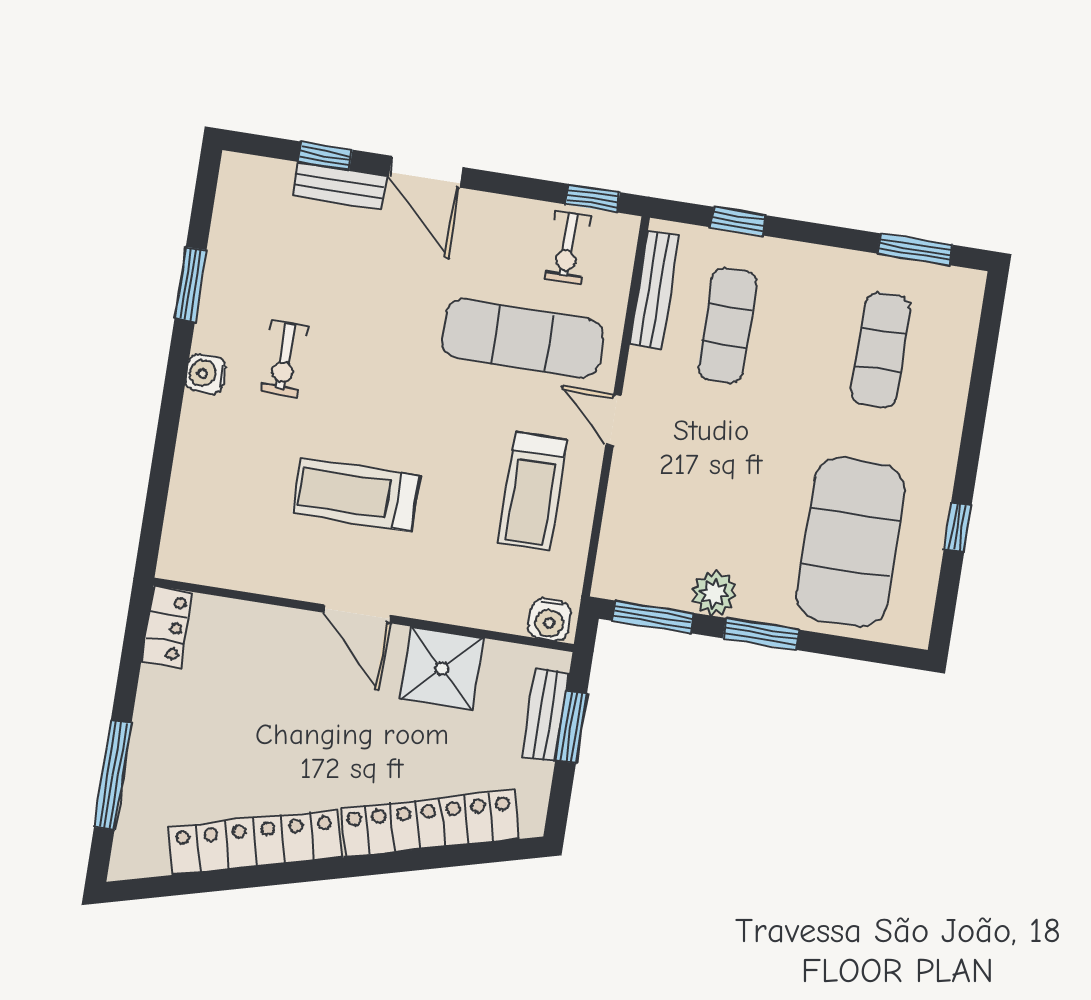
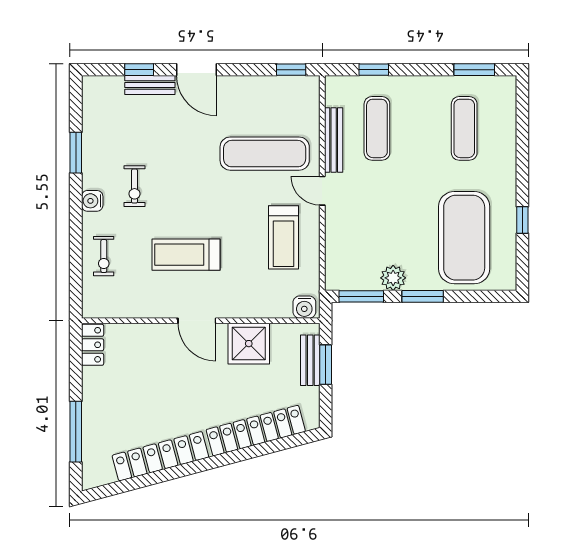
exercise bike: (568, 248) -> (104, 256), moved
bench: (655, 290) -> (334, 140), moved

